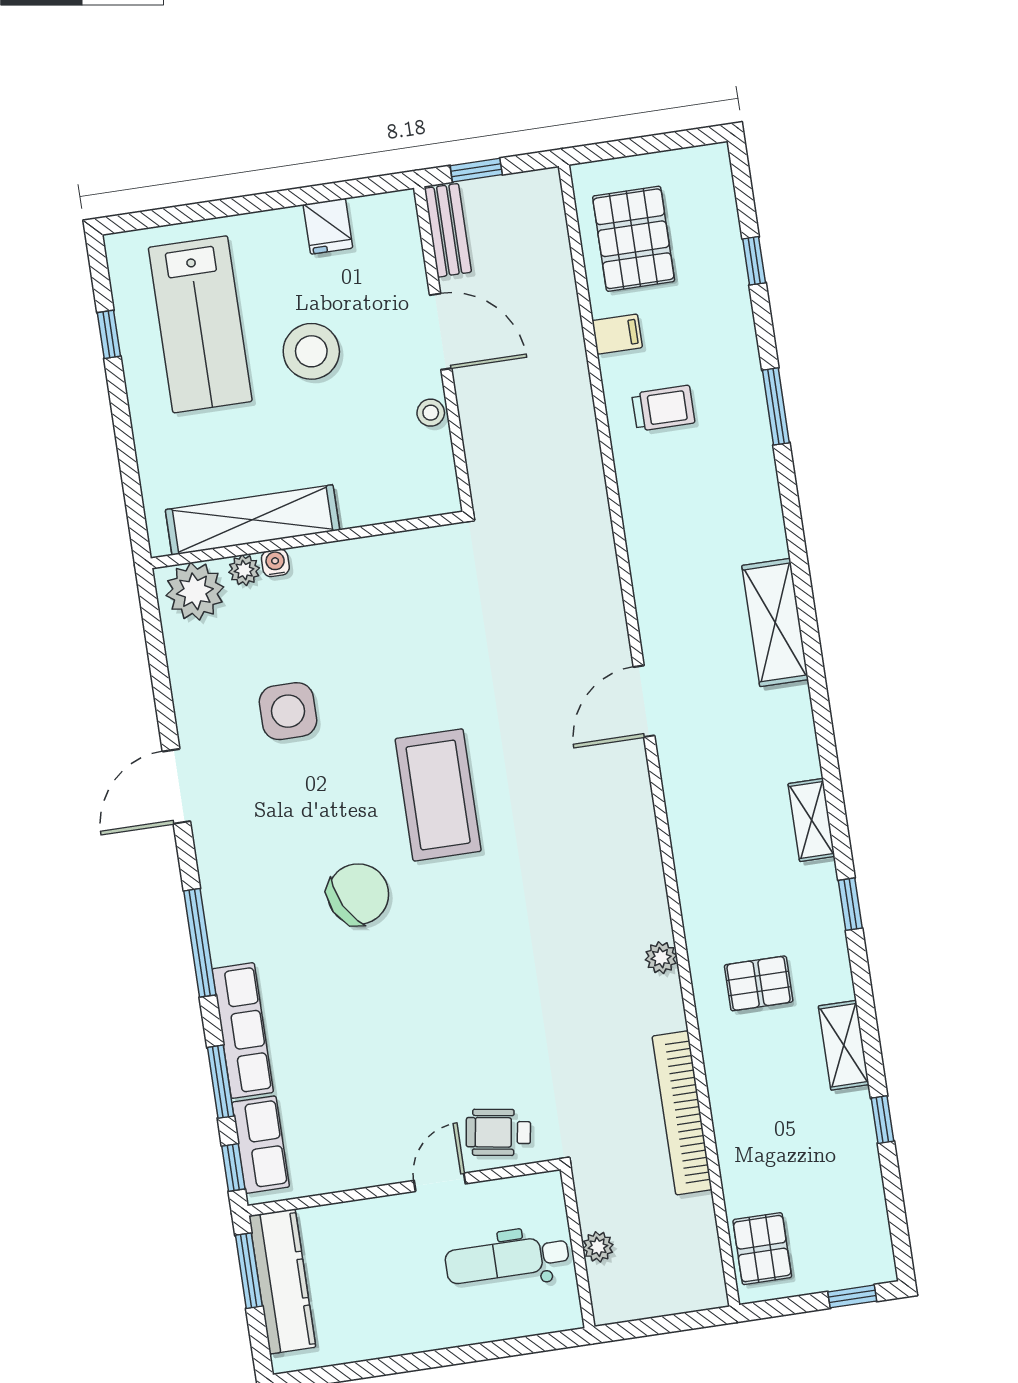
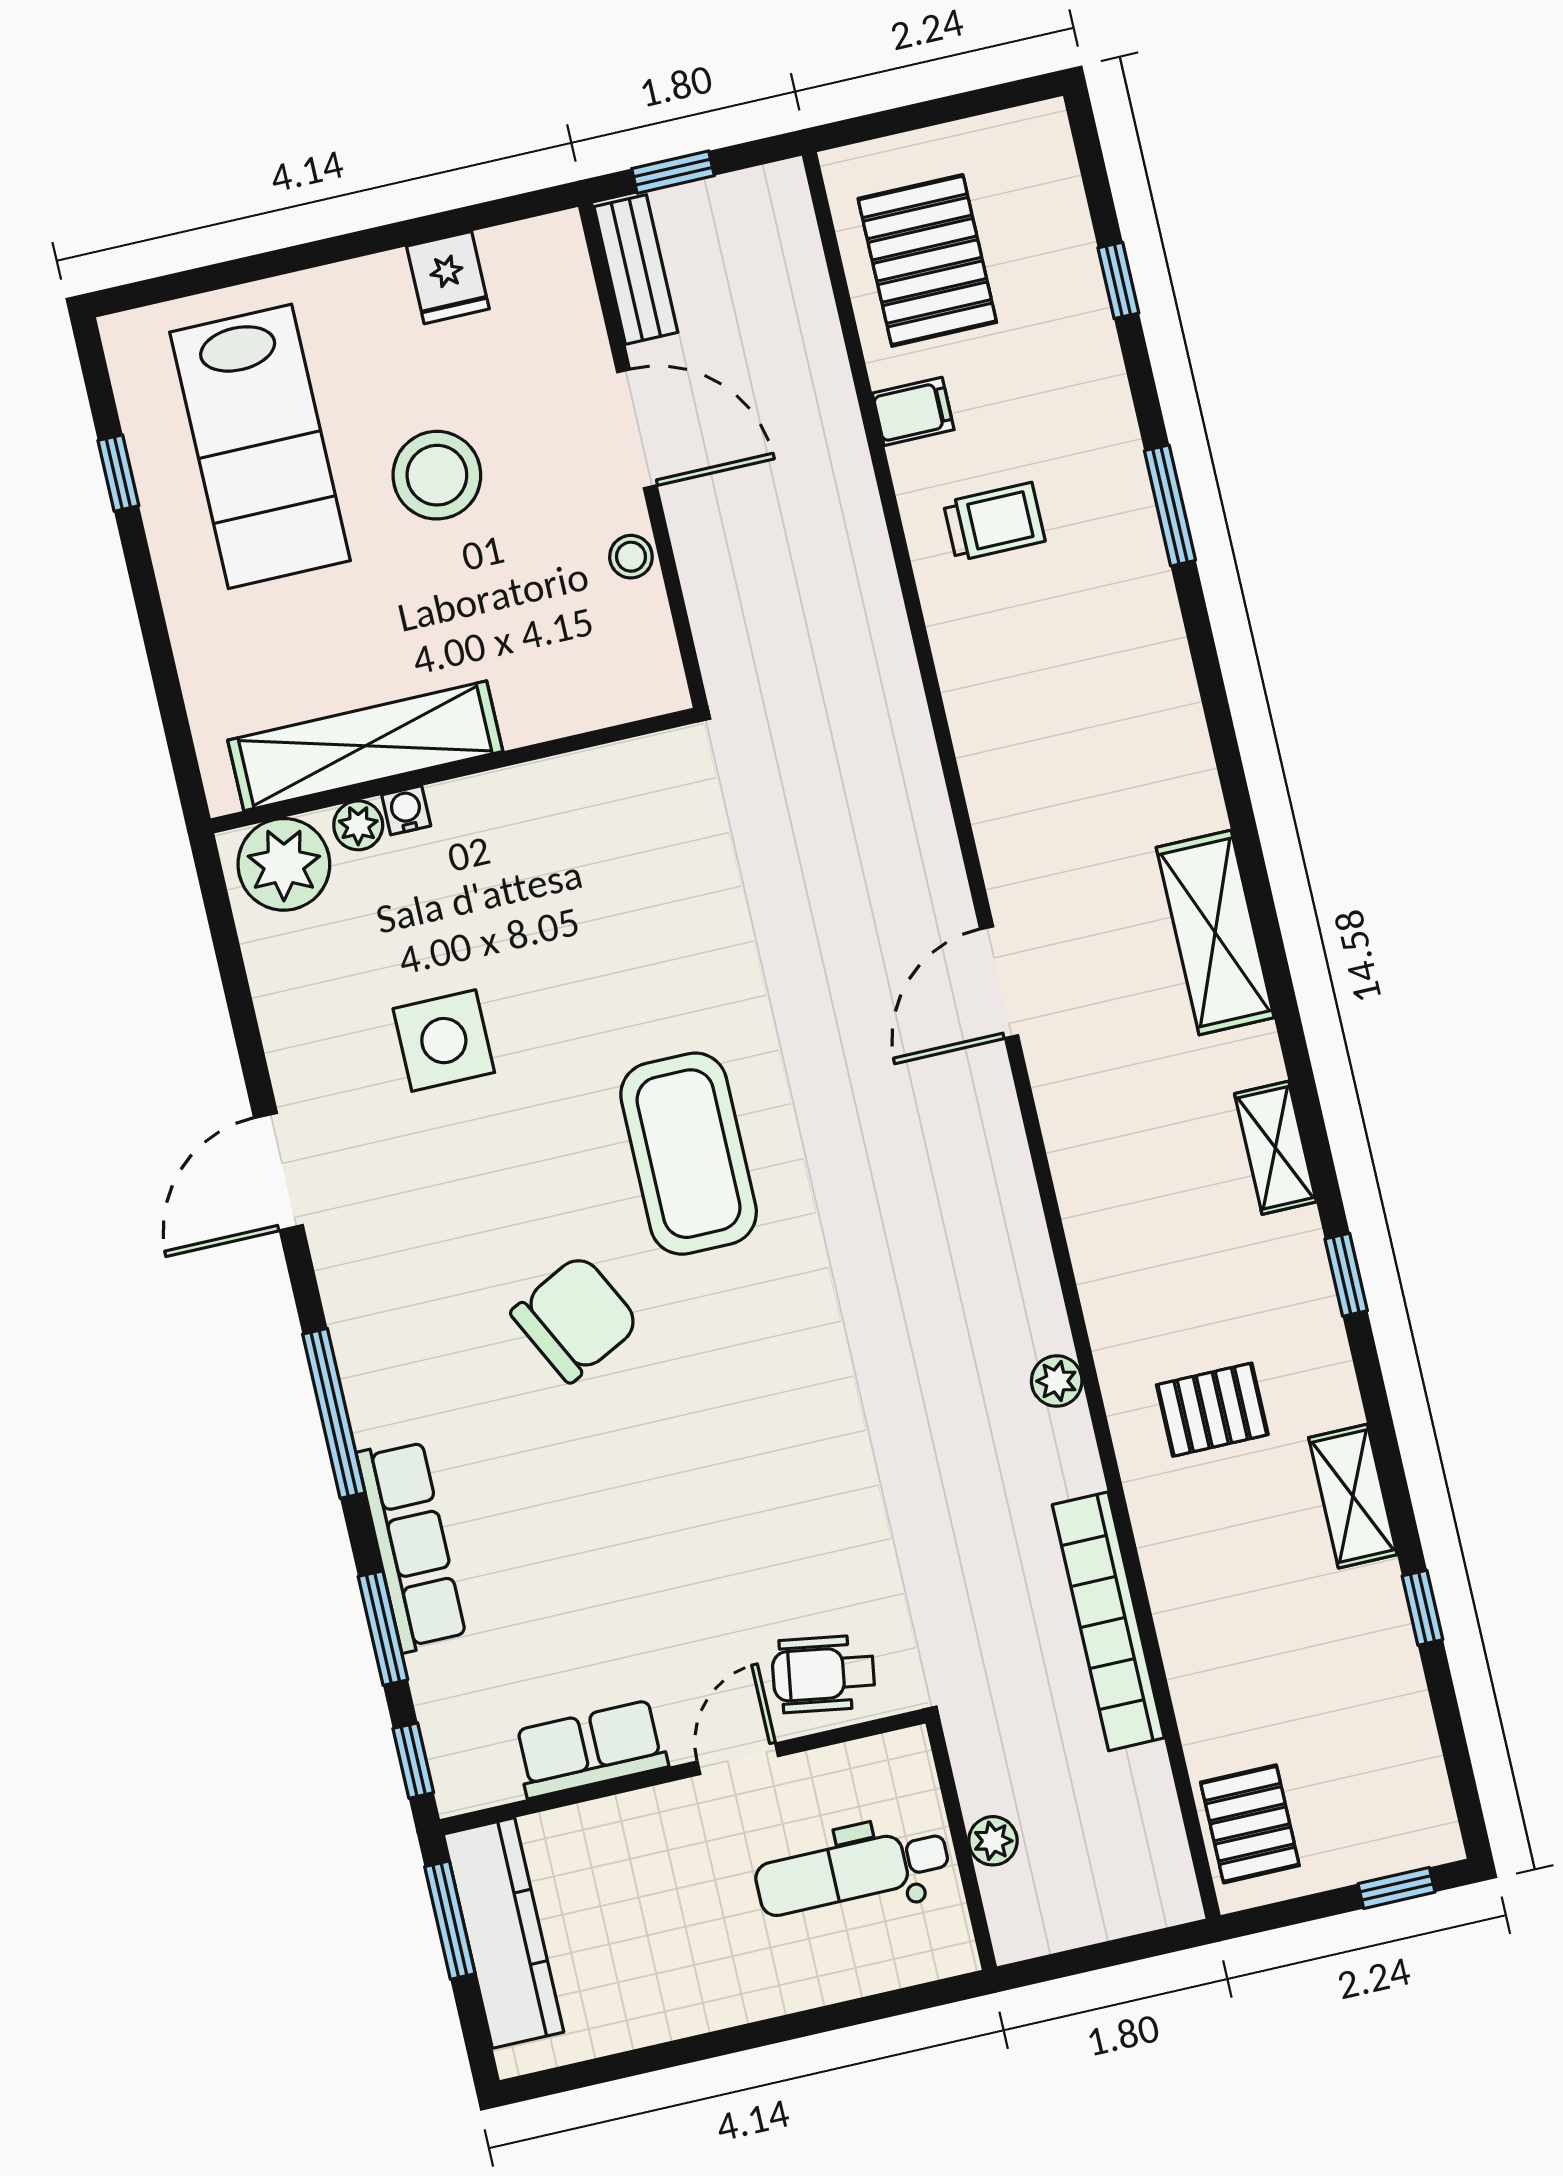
shelving: (775, 622) -> (1215, 933), moved
row of seats: (261, 1145) -> (590, 1749), moved, turned -90

